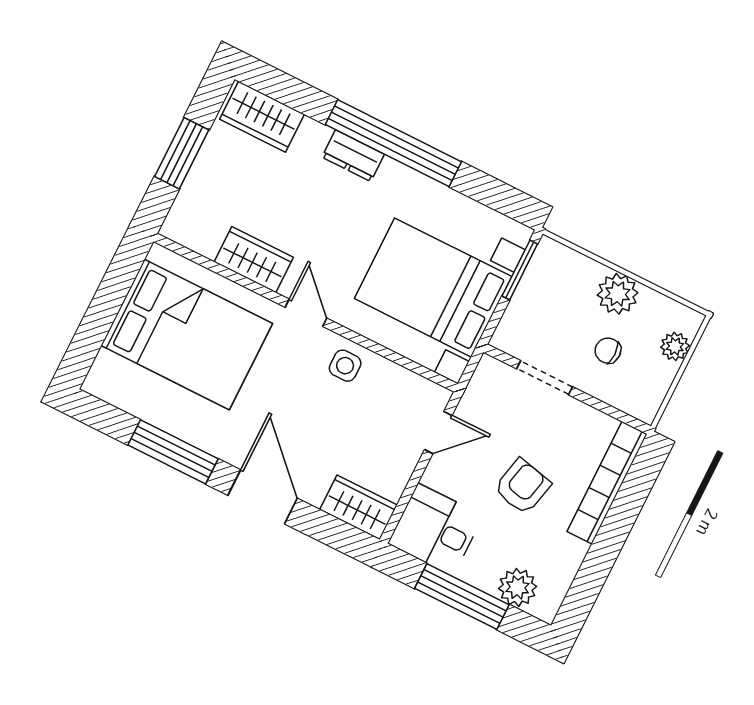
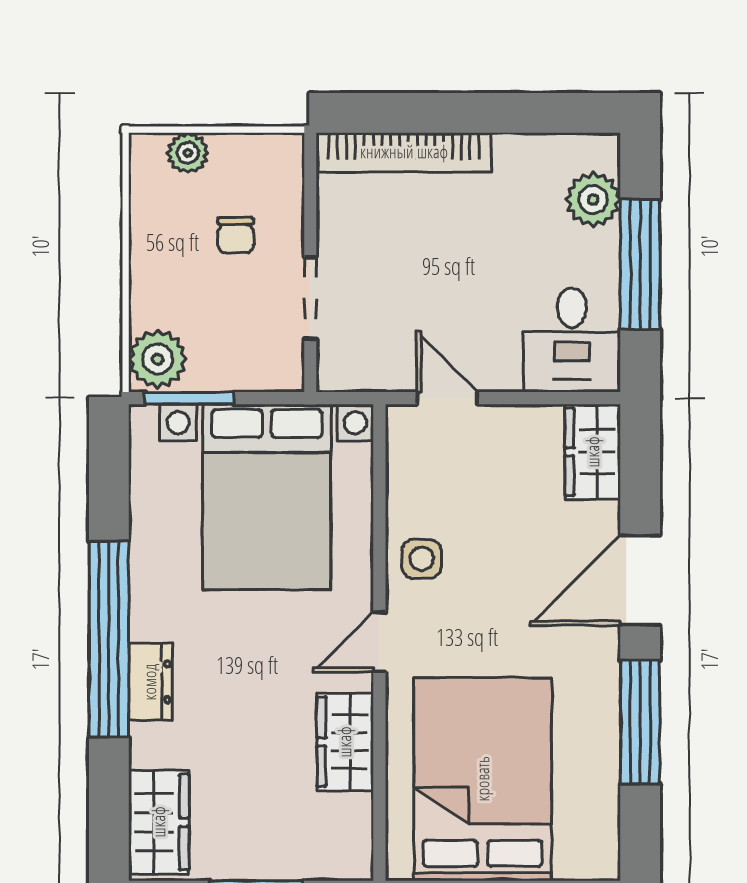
plant: (618, 294) -> (158, 359), moved
armchair: (522, 487) -> (462, 257), removed

